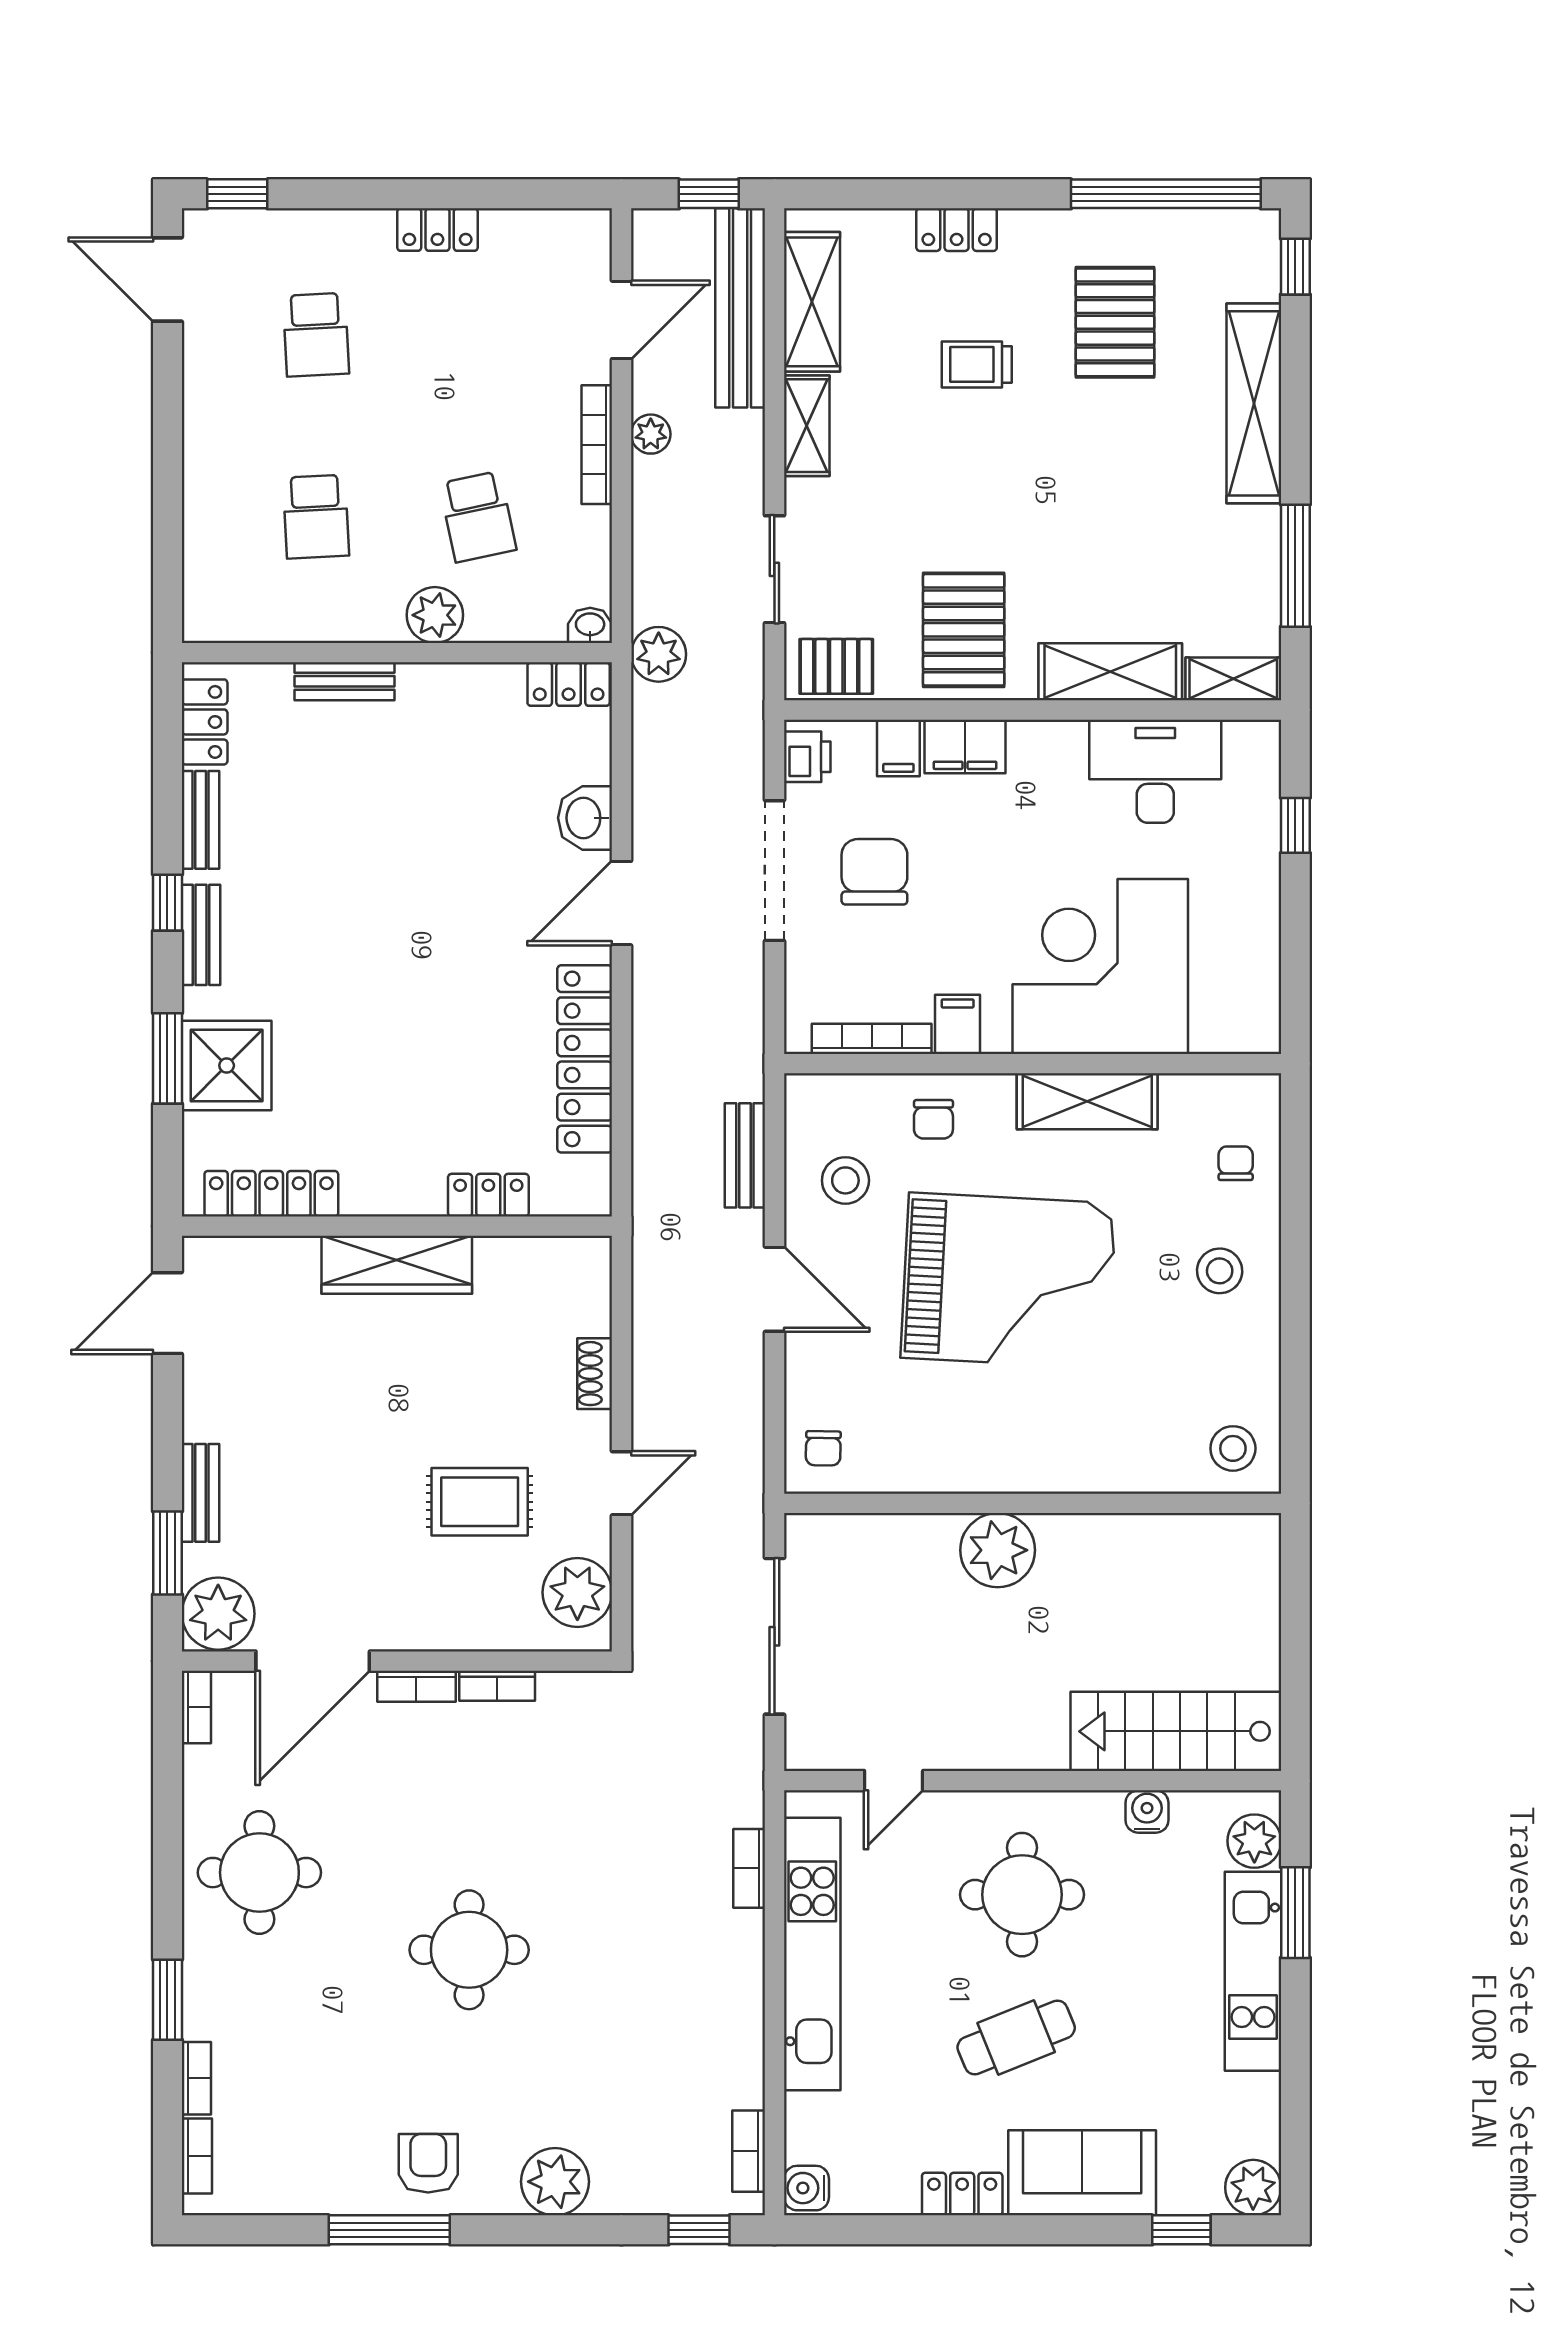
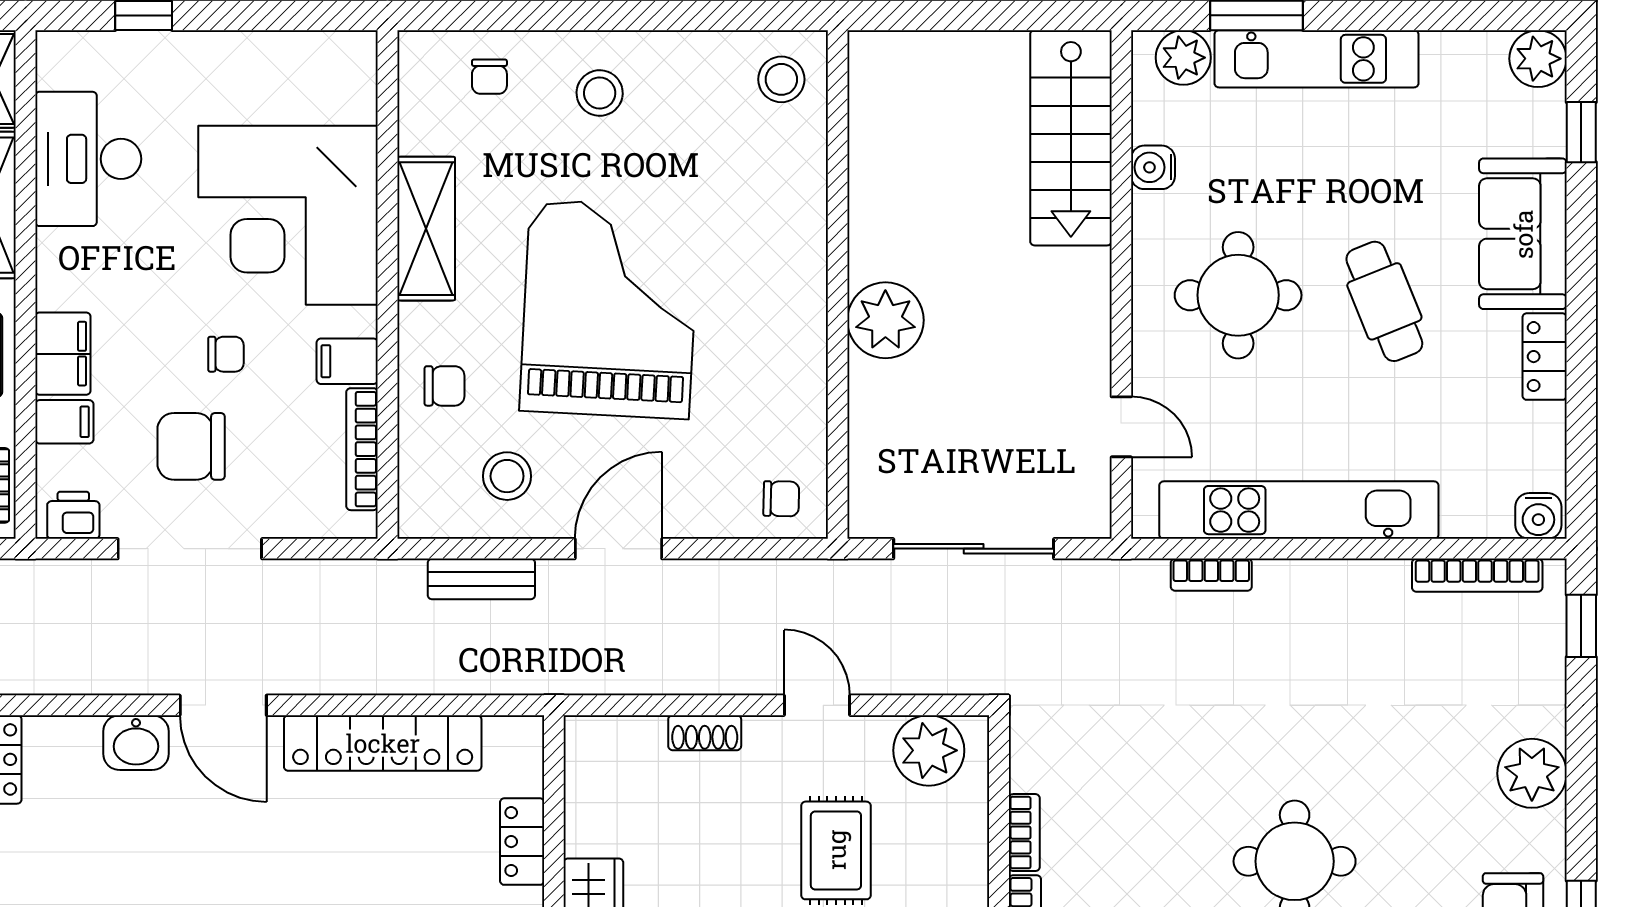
chair: (964, 906) -> (226, 354), added
chair: (1236, 1163) -> (489, 77), turned -90
bookcase: (749, 2151) -> (1477, 575), width x1.56

